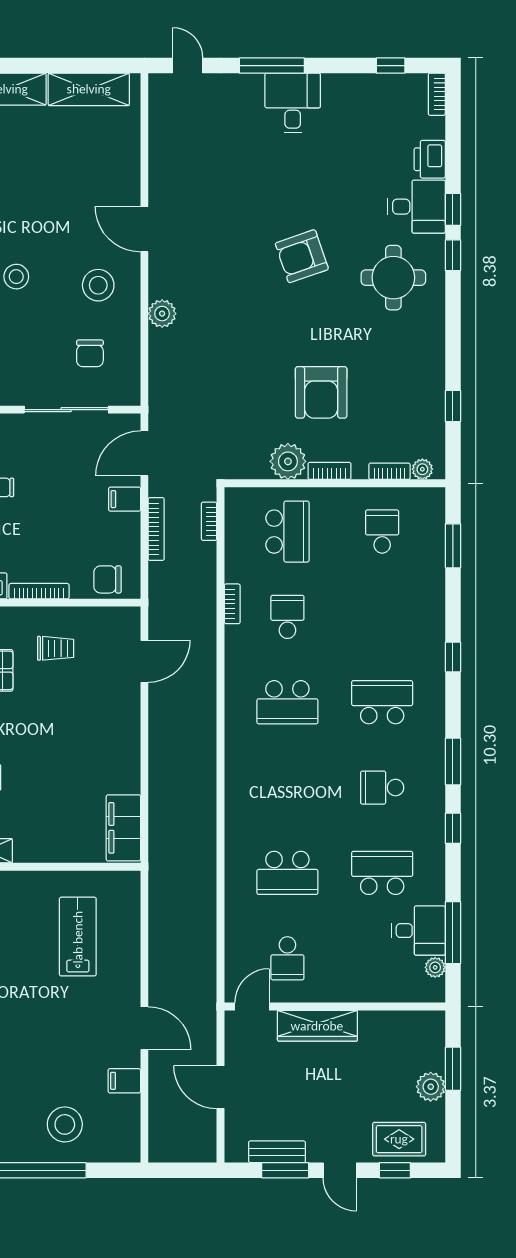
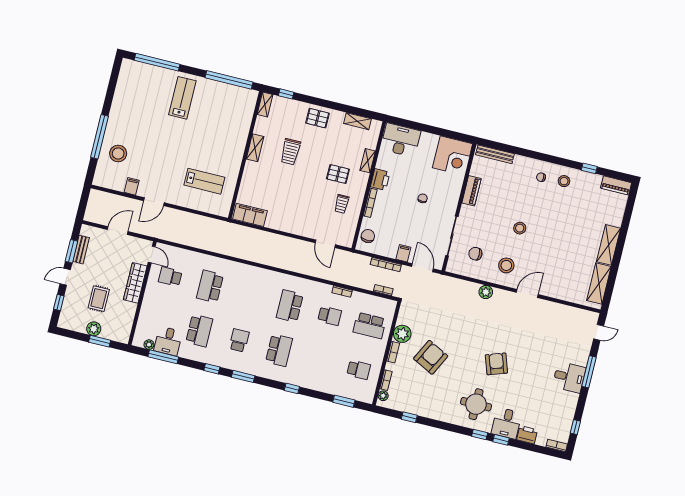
armchair: (321, 392) -> (431, 357), turned 117
rug: (399, 1139) -> (99, 299), moved

